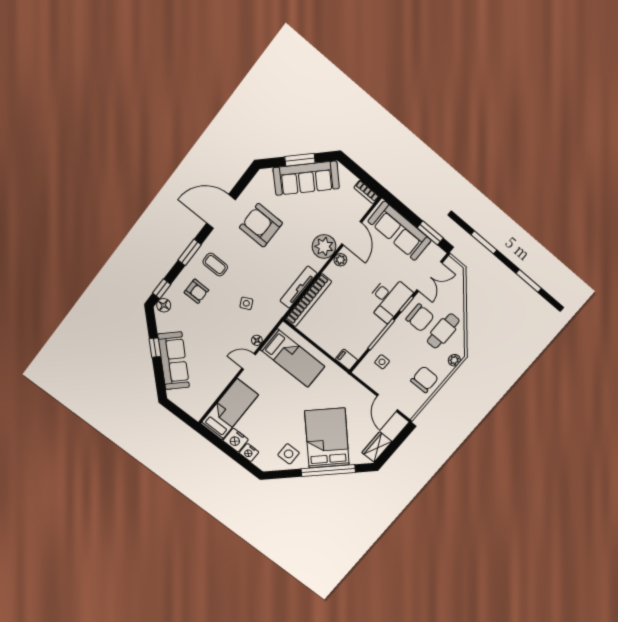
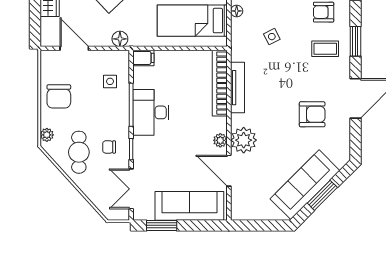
bookcase: (367, 192) -> (245, 215), removed
armchair: (261, 225) -> (312, 114), width x0.73, depth x0.73
desk: (389, 298) -> (151, 112), moved
chair: (420, 318) -> (109, 147), width x0.54, depth x0.54
floor lamp: (352, 385) -> (120, 39), added

